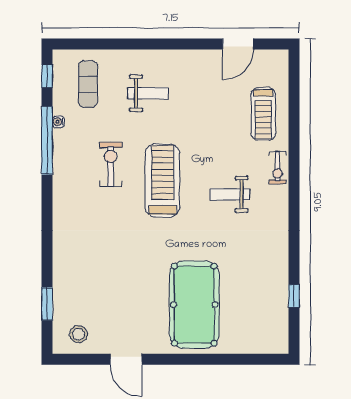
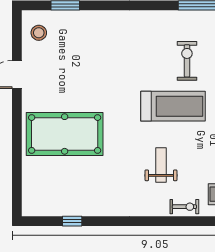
exercise bike: (111, 165) -> (187, 61), turned -90
exercise bike: (278, 168) -> (184, 207), turned 180

